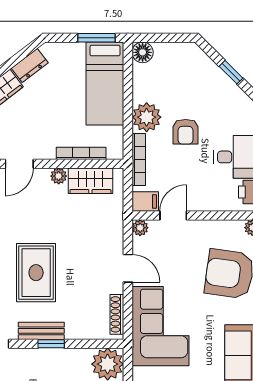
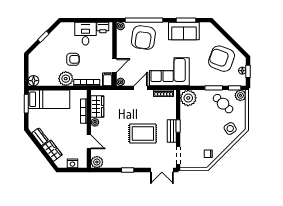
door: (173, 216) -> (115, 65), swing flipped

